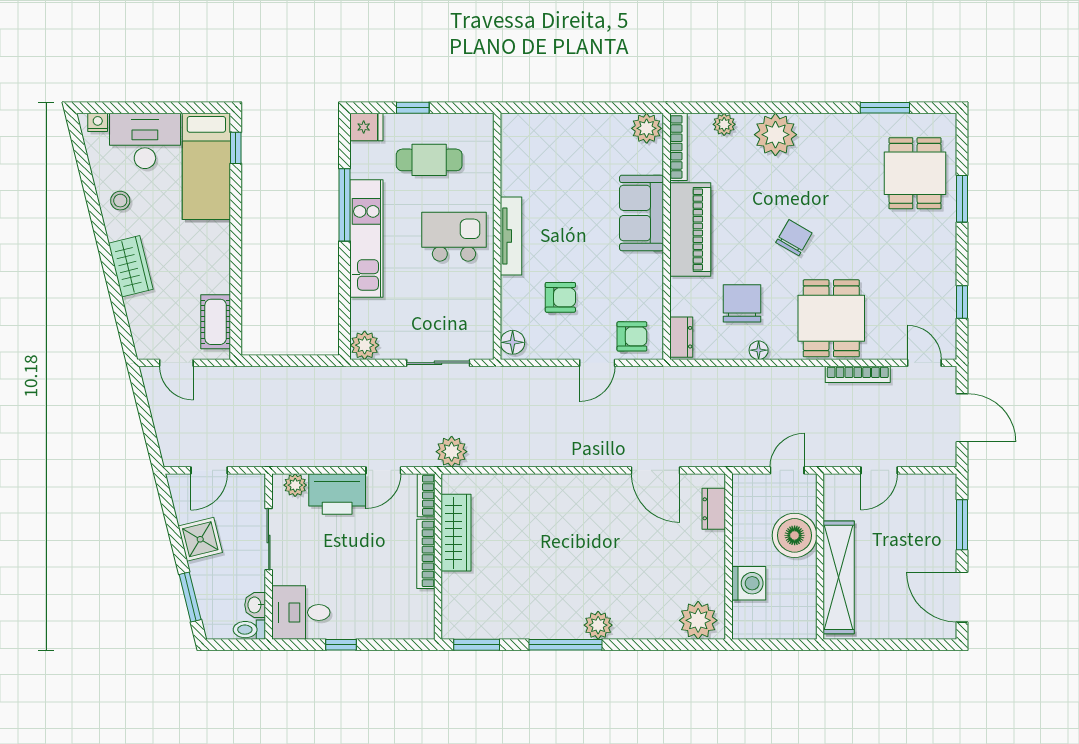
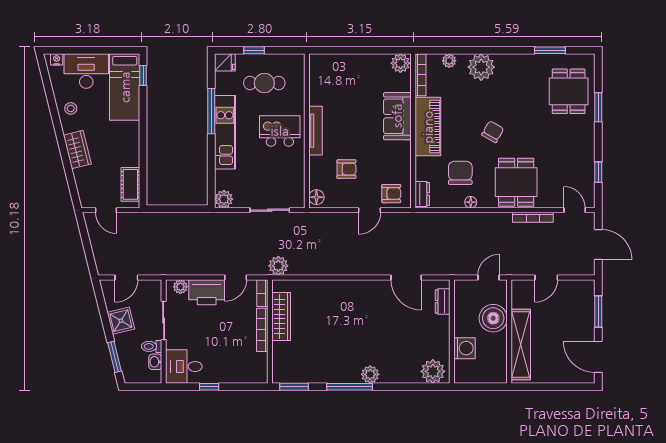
toilet: (249, 630) -> (152, 346), moved

